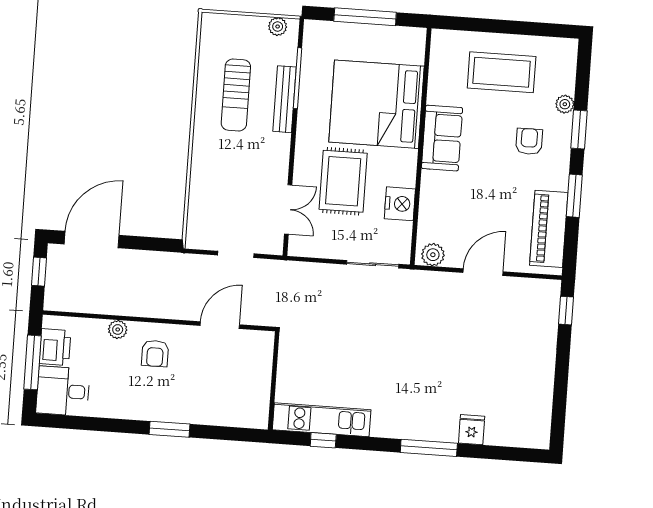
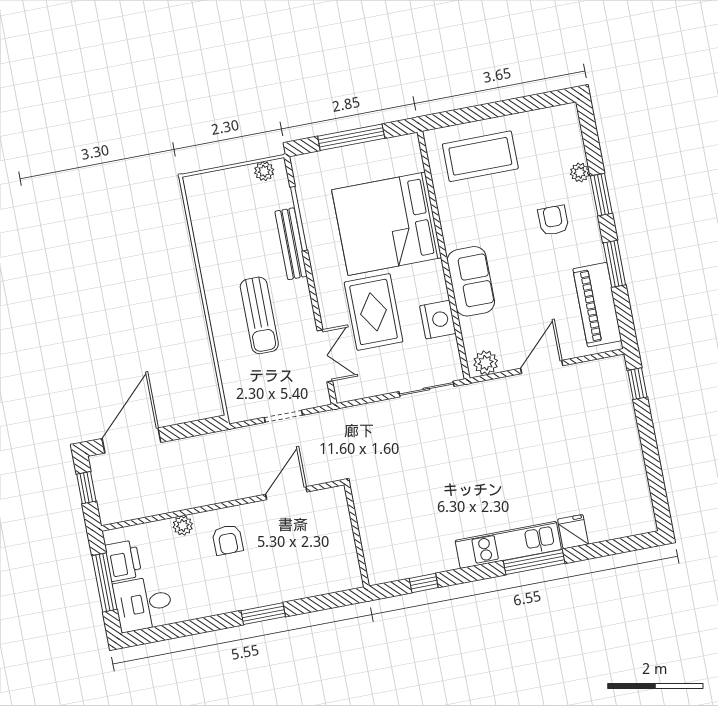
coffee table: (502, 72) -> (480, 156), moved
sun lounger: (236, 95) -> (259, 315), moved
sofa: (442, 138) -> (471, 281), moved
kitchen unit: (322, 420) -> (508, 545), moved

